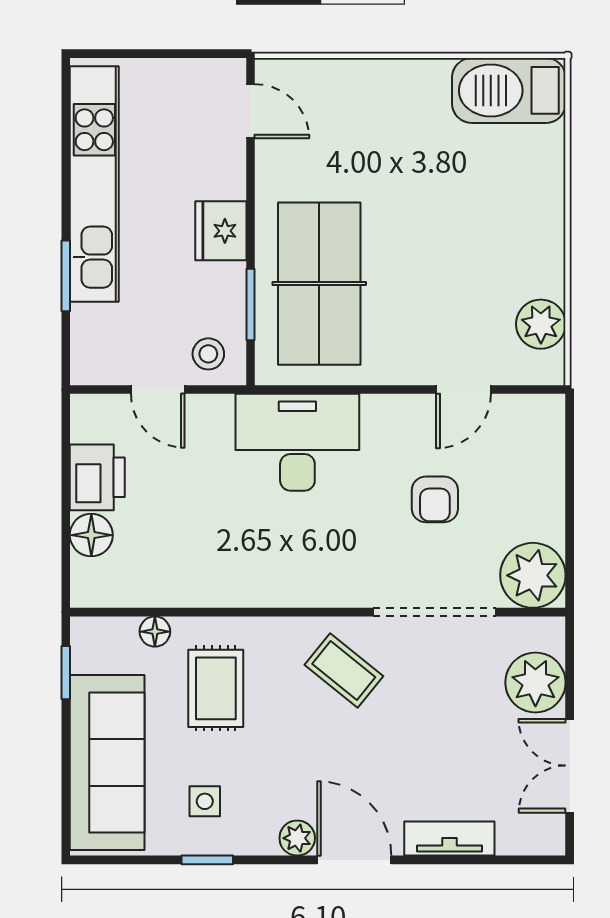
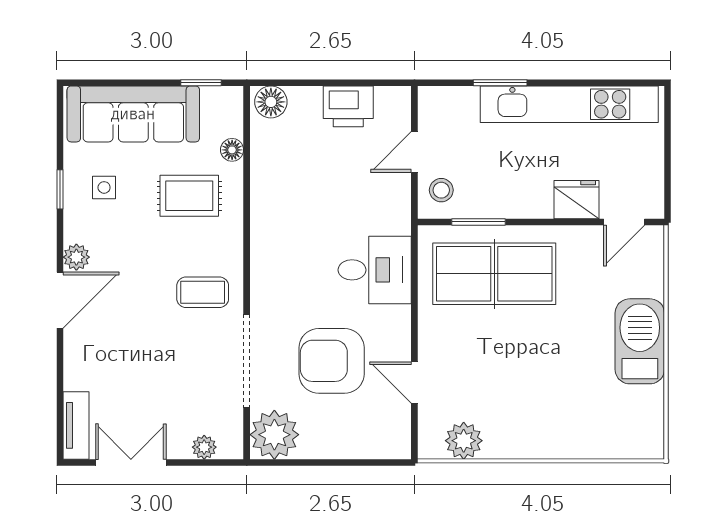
barbecue: (509, 90) -> (640, 341), moved
fridge: (221, 231) -> (577, 200), moved
desk: (297, 442) -> (375, 270), width x0.73
armchair: (435, 499) -> (332, 361), width x1.88, depth x1.88
floor lamp: (91, 535) -> (271, 102), moved
coffee table: (344, 671) -> (203, 292), turned 51
plant: (535, 682) -> (204, 447), width x0.53, depth x0.53
tv unit: (449, 839) -> (76, 425), moved

